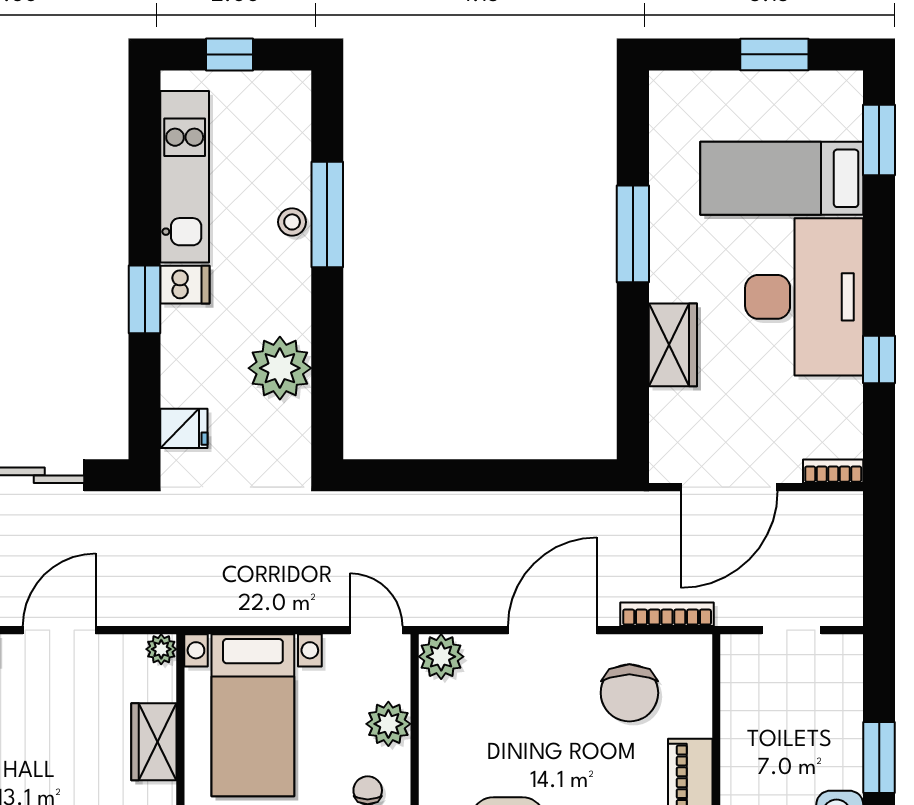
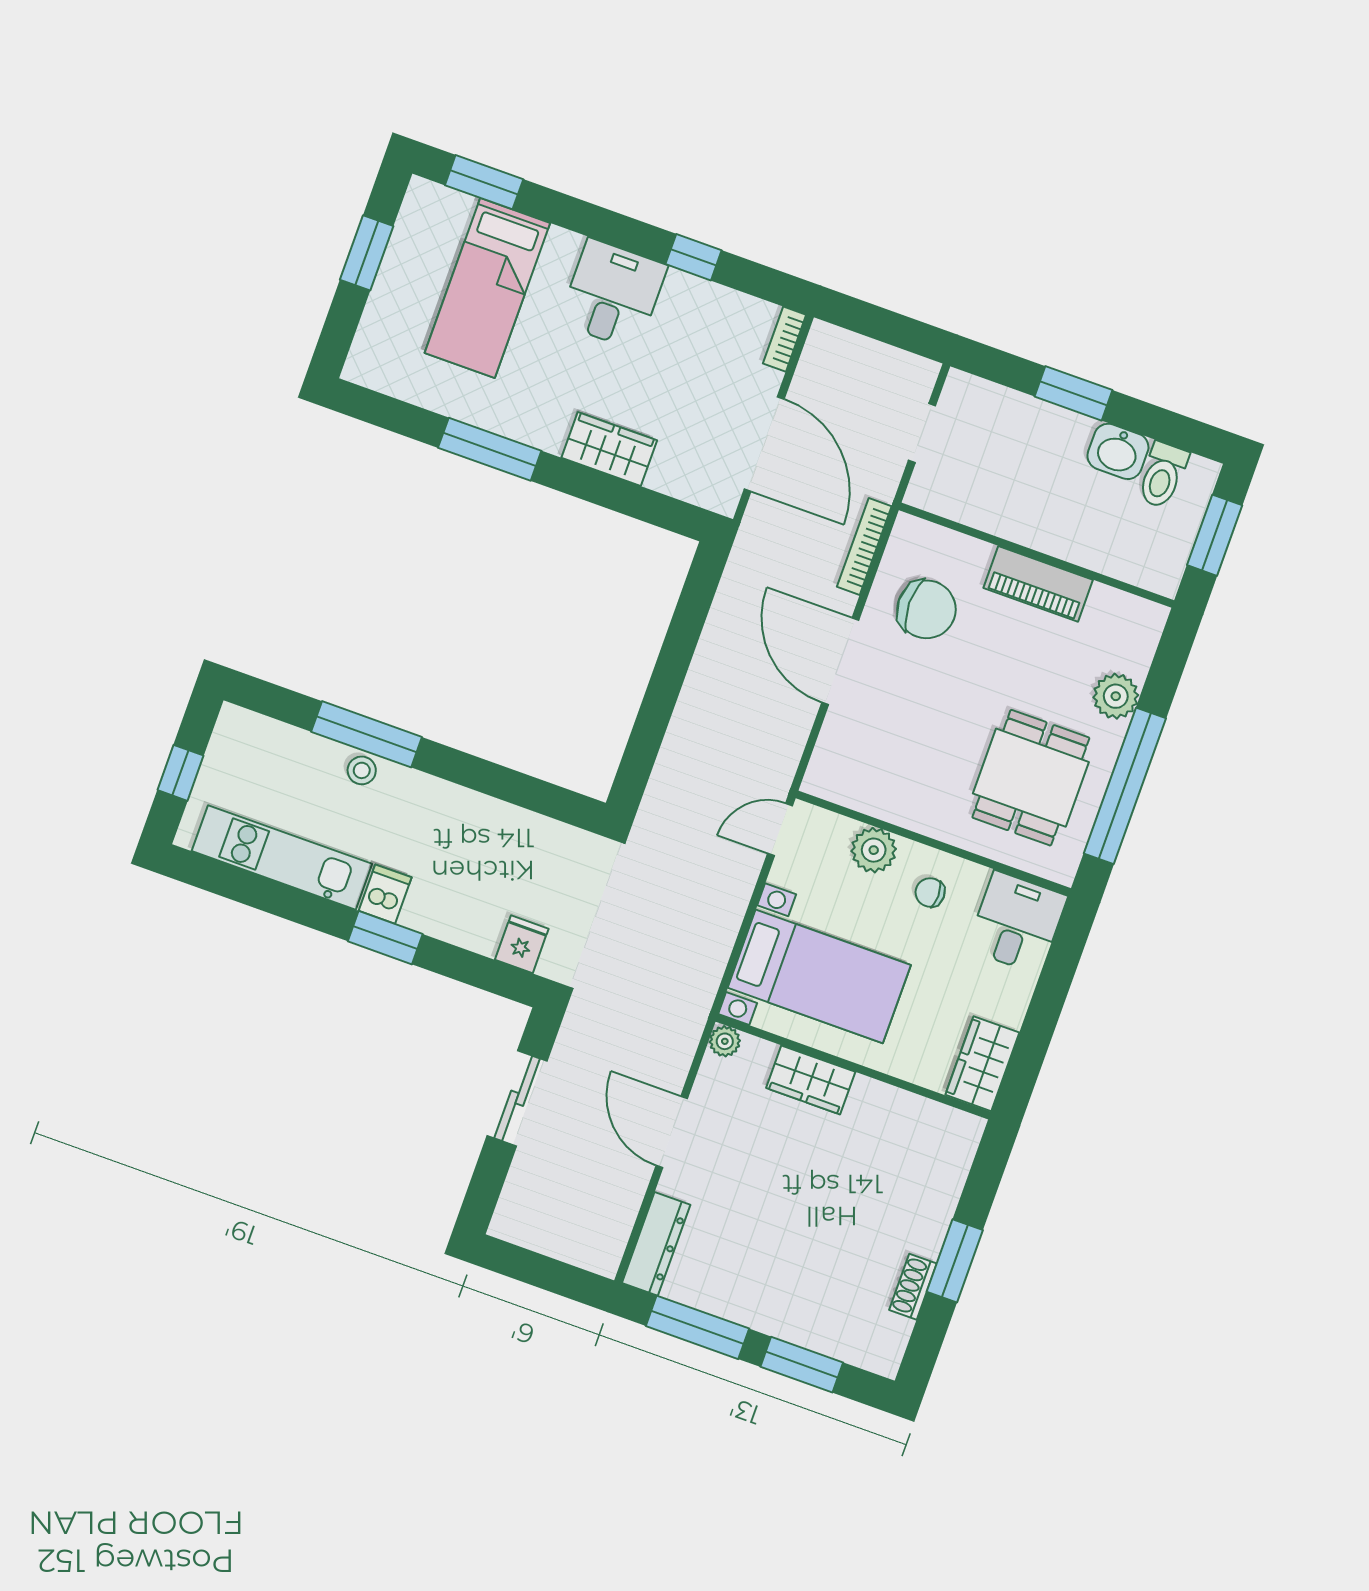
desk: (804, 297) -> (613, 294), width x0.53, depth x0.77
plant: (280, 368) -> (497, 832), removed
plant: (441, 657) -> (827, 777), removed

